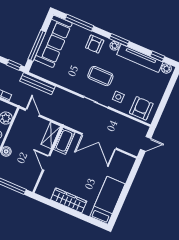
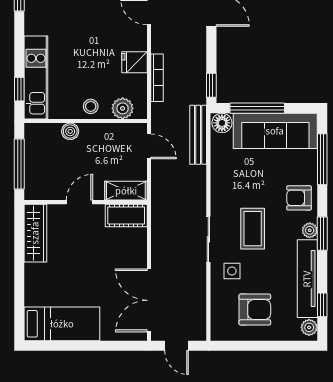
floor lamp: (37, 68) -> (222, 123), added
armchair: (141, 108) -> (255, 310), moved
door: (32, 113) -> (149, 146), hinge flipped
double door: (99, 141) -> (149, 300), moved
wardrobe: (69, 200) -> (35, 233), moved

